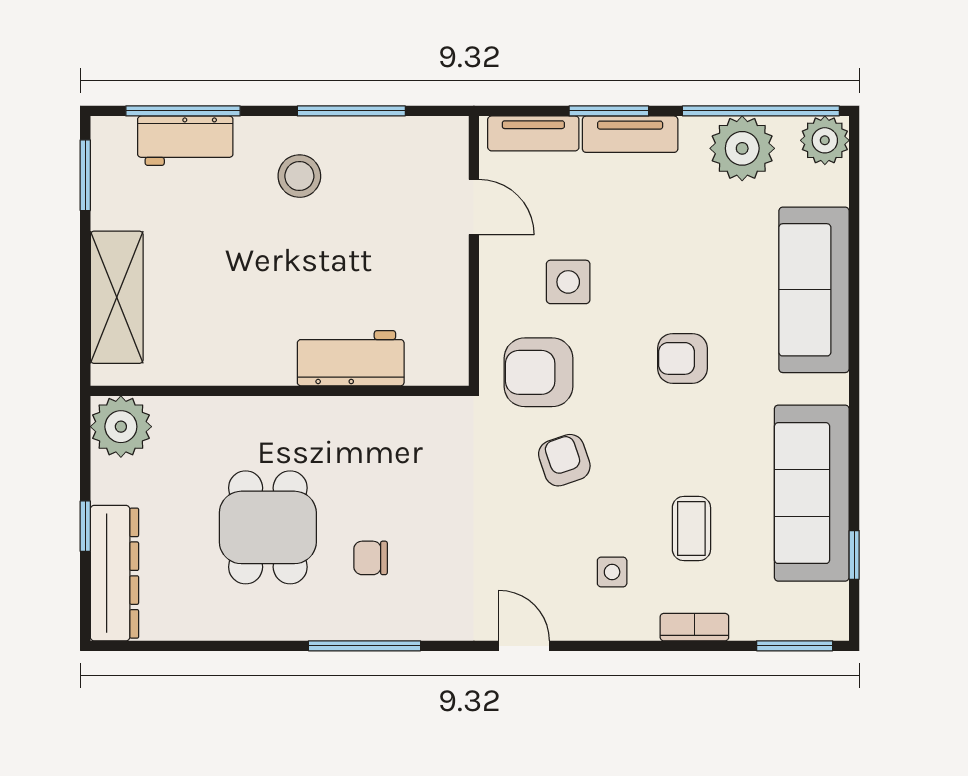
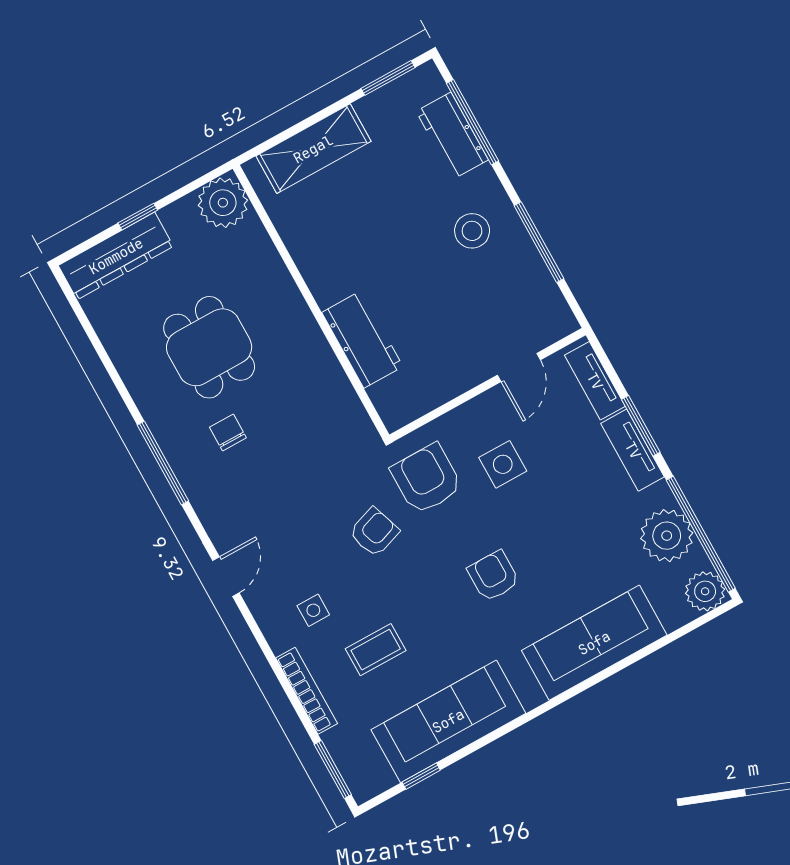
dining table: (268, 527) -> (209, 347), turned 90
bookcase: (694, 627) -> (307, 691), width x1.56

